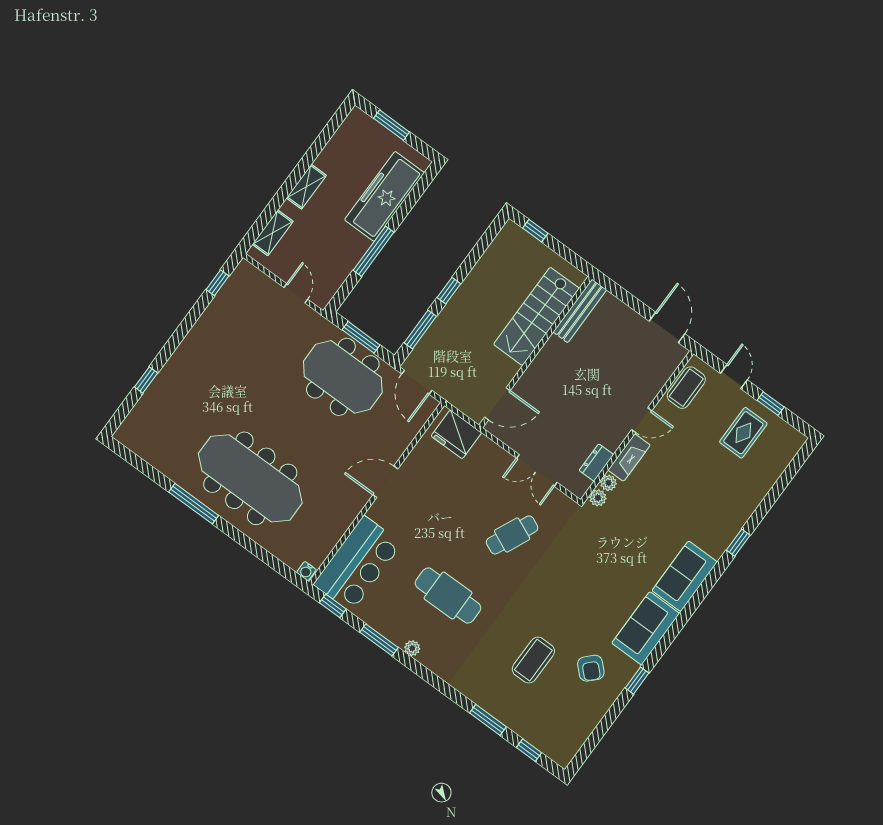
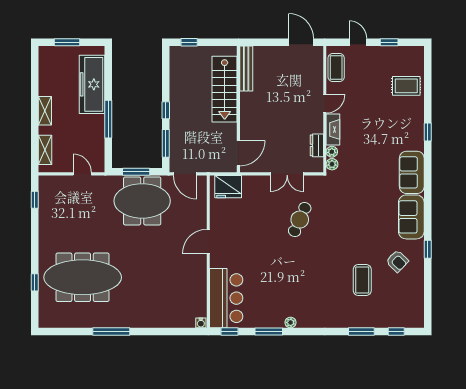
rug: (743, 433) -> (406, 86), moved, turned 90
meeting table: (250, 478) -> (83, 277), moved
cafe table: (448, 596) -> (289, 279), removed

